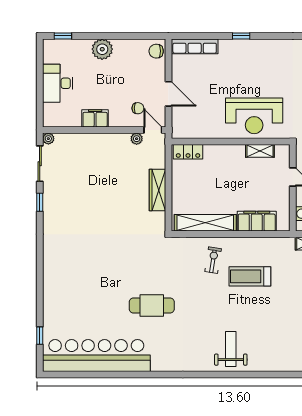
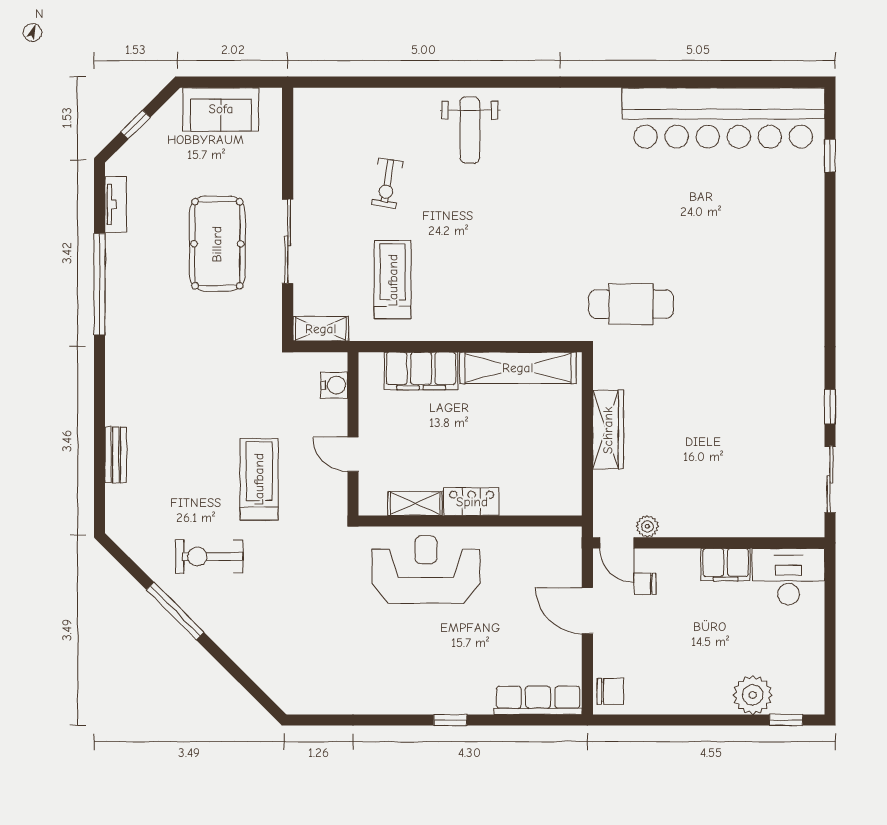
plant: (102, 49) -> (753, 695), moved
desk: (58, 83) -> (788, 577), moved, turned -90
plant: (48, 139) -> (814, 527), removed
locker: (188, 152) -> (472, 502), moved
exercise bike: (213, 260) -> (387, 183), moved
treadmill: (250, 276) -> (393, 280), moved, turned -90
cafe table: (152, 306) -> (631, 304), moved

